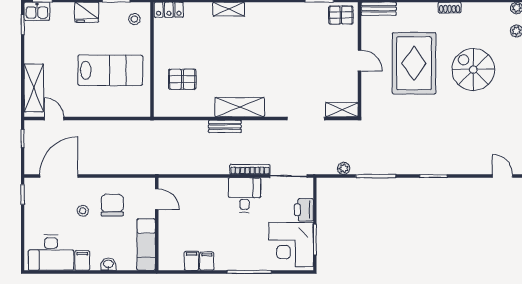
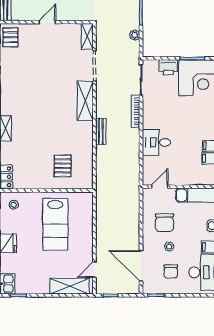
lab bench: (110, 70) -> (55, 224), turned 180
shelving: (240, 107) -> (85, 101), moved
desk: (245, 195) -> (156, 142), moved
chair: (112, 205) -> (165, 223), turned -90
chair: (52, 213) -> (171, 271), added

